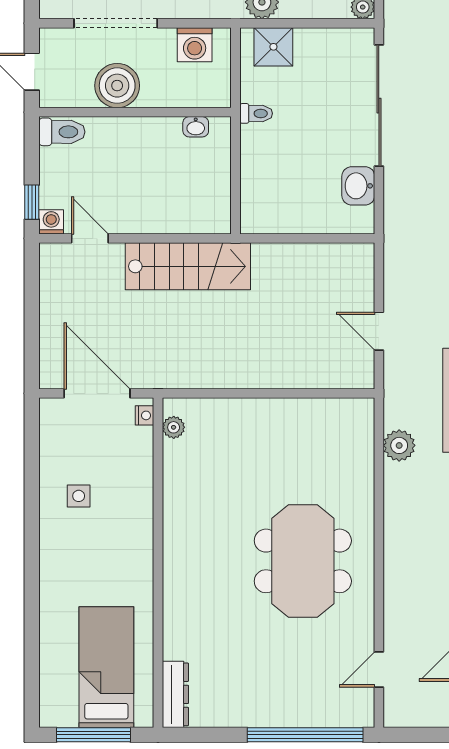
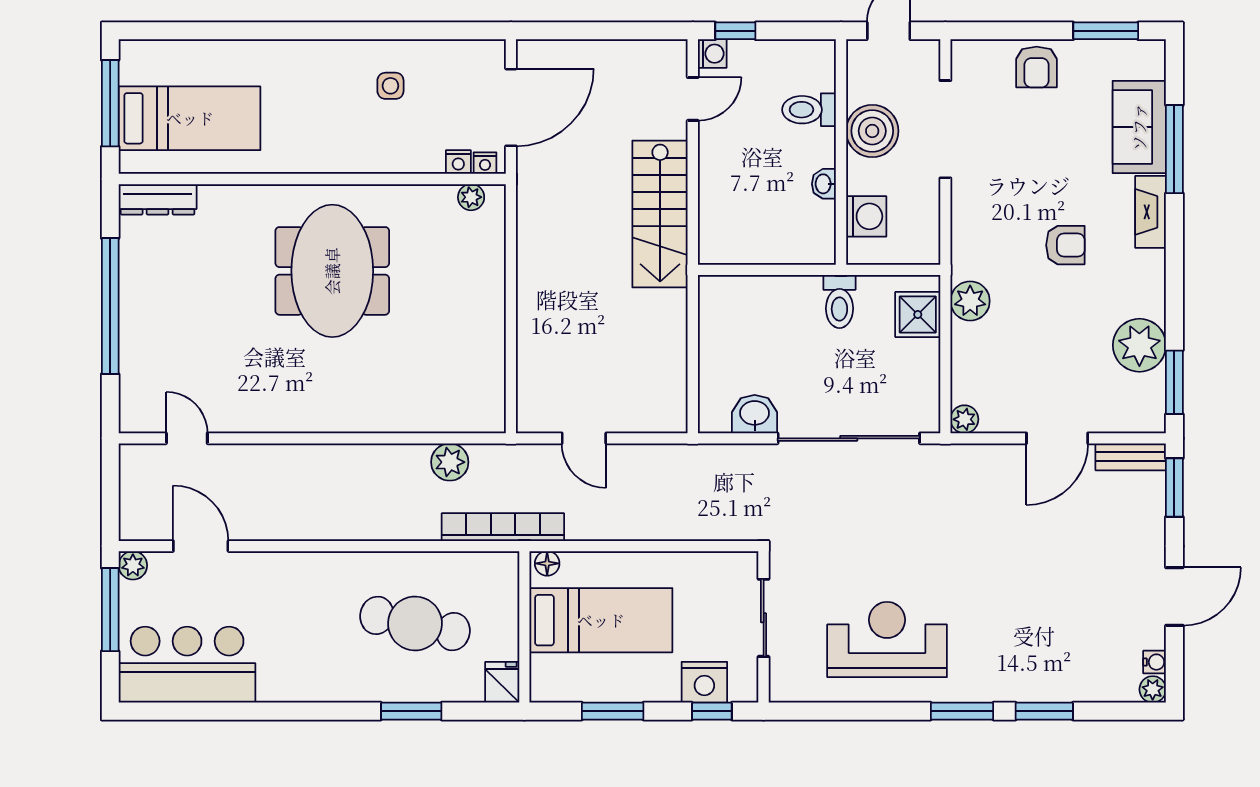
washing machine: (195, 45) -> (866, 216), moved, turned 180
toilet: (256, 113) -> (839, 302), width x1.37, depth x1.39
washbasin: (196, 127) -> (824, 184), moved
toilet: (62, 132) -> (809, 110), moved, turned 90
door: (379, 331) -> (584, 438), swing flipped
nightstand: (144, 438) -> (458, 162), added
meeting table: (303, 561) -> (332, 271), moved, turned 90
window: (305, 735) -> (110, 306), moved

